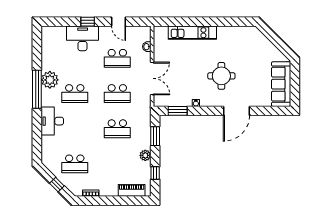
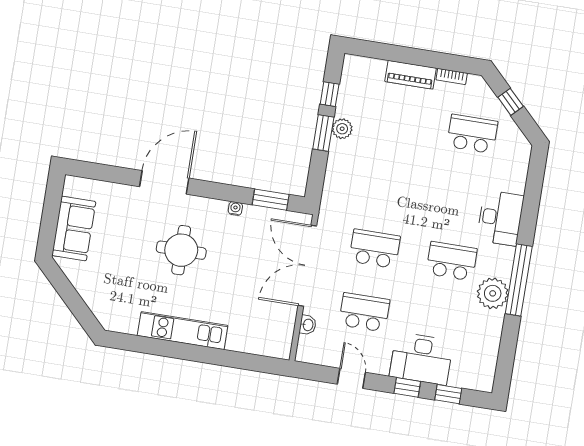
window: (65, 22) -> (448, 394), added
kitchen unit: (192, 33) -> (183, 331), moved
double door: (152, 78) -> (307, 266), width x1.36
sofa: (281, 84) -> (74, 228), width x0.73
school desk: (117, 129) -> (385, 185), removed
window: (155, 136) -> (323, 133), moved
piano: (132, 190) -> (410, 75), moved

